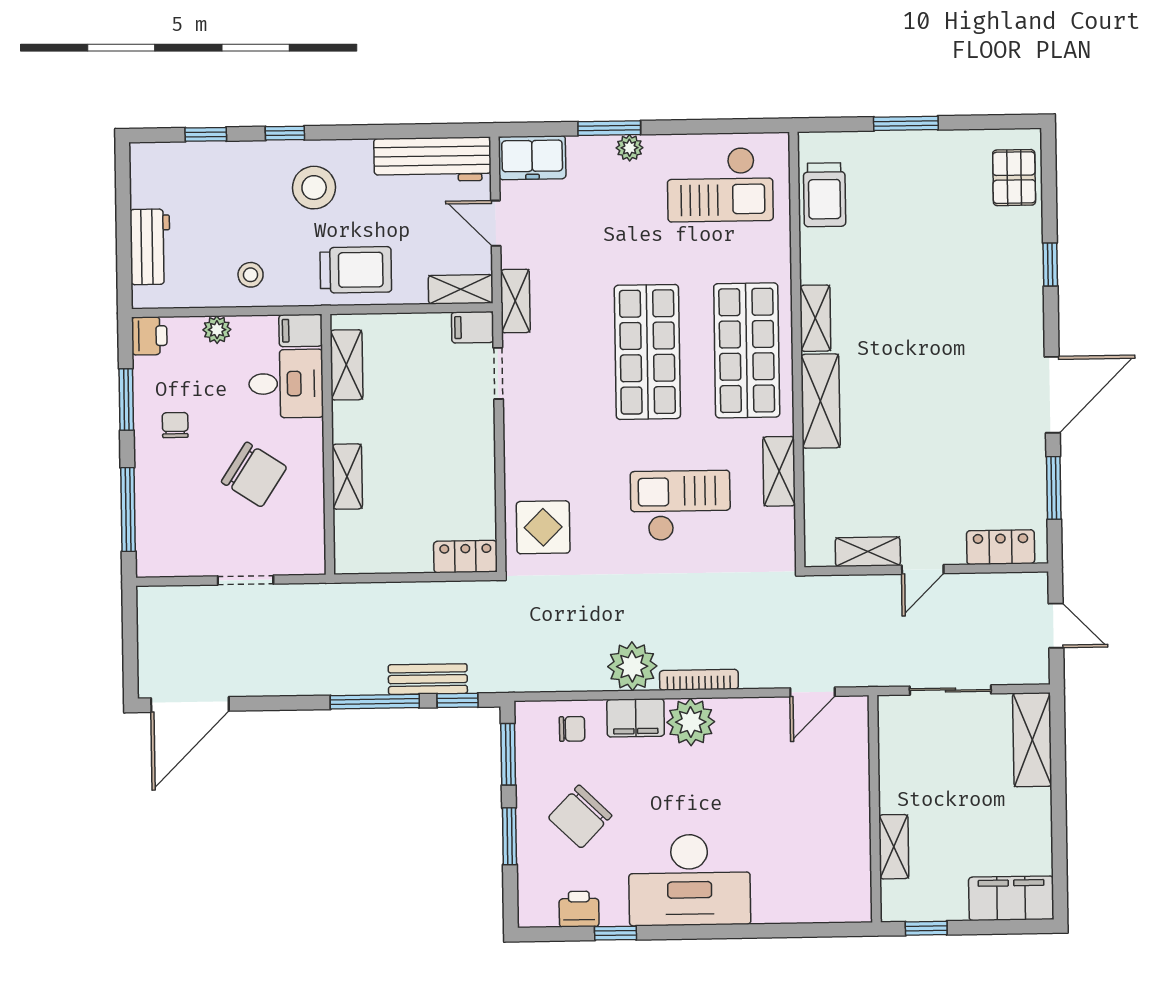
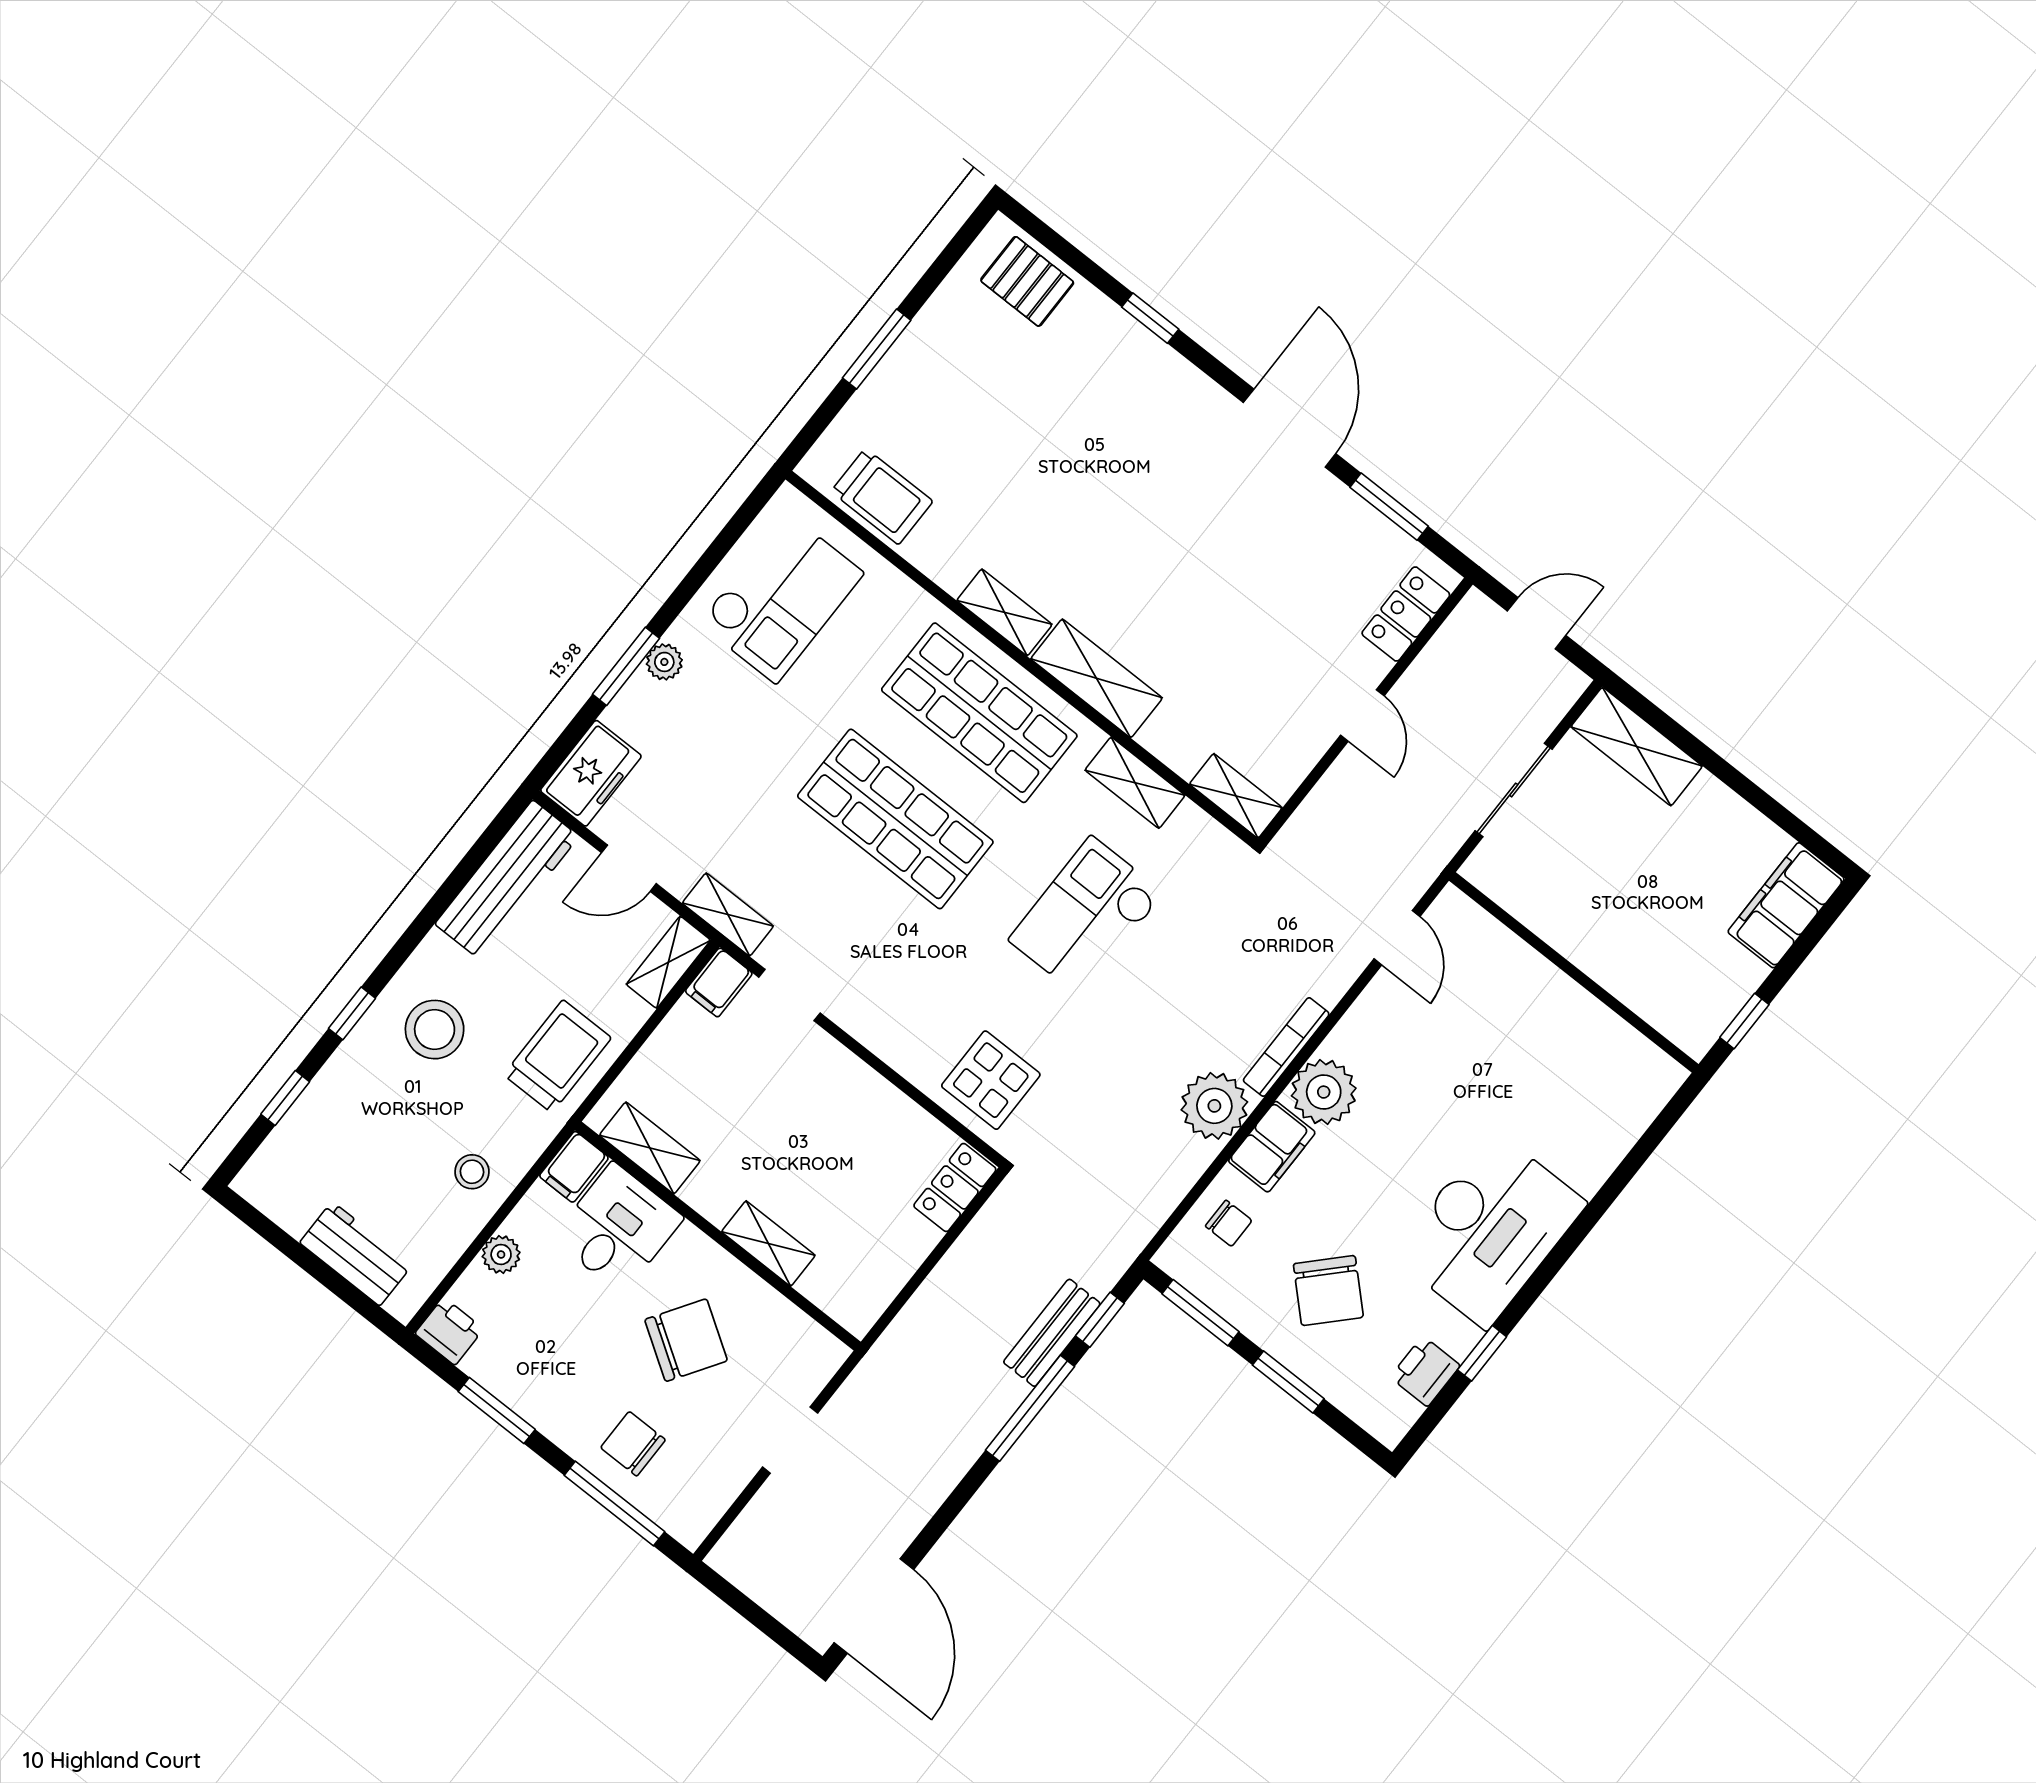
chair: (175, 425) -> (633, 1444), moved, width x1.37, depth x1.37
shelving: (868, 552) -> (1236, 796), moved, turned 90
chair: (572, 729) -> (1229, 1223), turned 90
shelving: (894, 847) -> (1630, 985), removed

